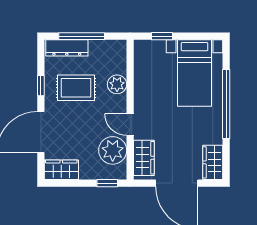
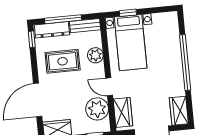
bench: (108, 47) -> (85, 26), added
bed with nightstands: (195, 73) -> (131, 43), moved
window: (41, 86) -> (32, 39), moved

